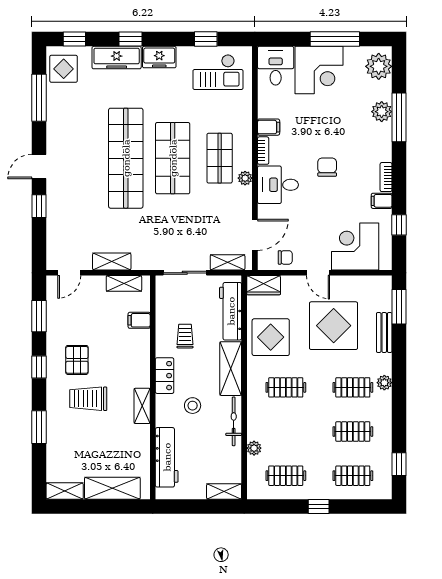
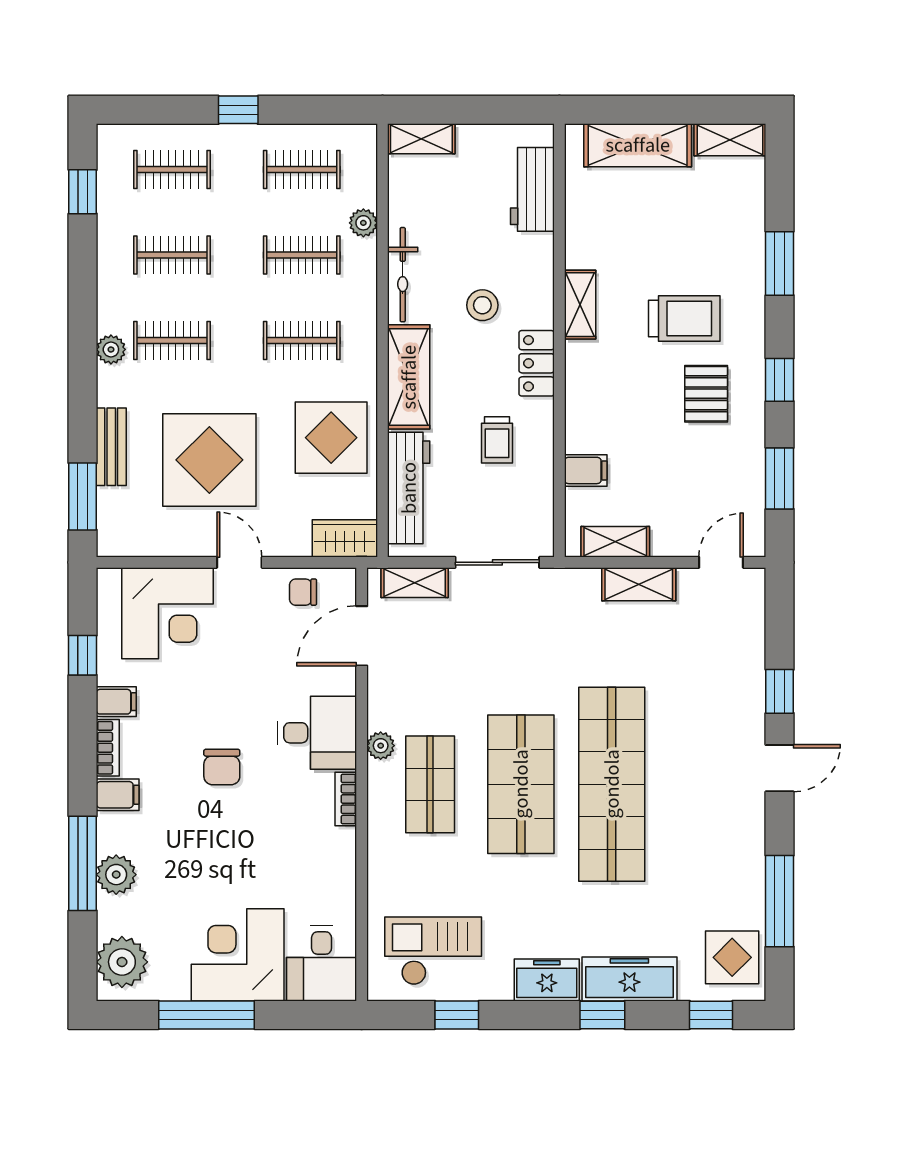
filing cabinet: (269, 127) -> (118, 795), moved, turned 180
clothes rail: (286, 432) -> (302, 255), added
workbench: (167, 457) -> (532, 189), width x0.73

